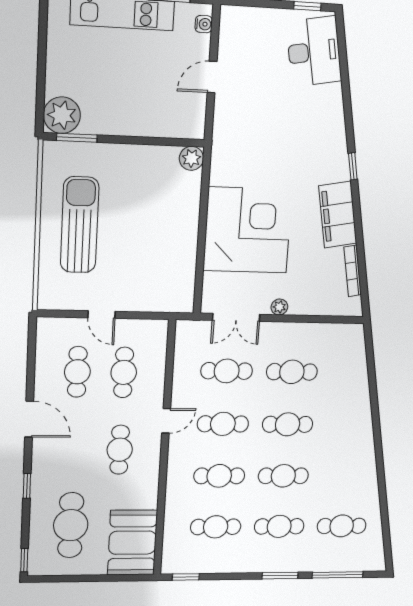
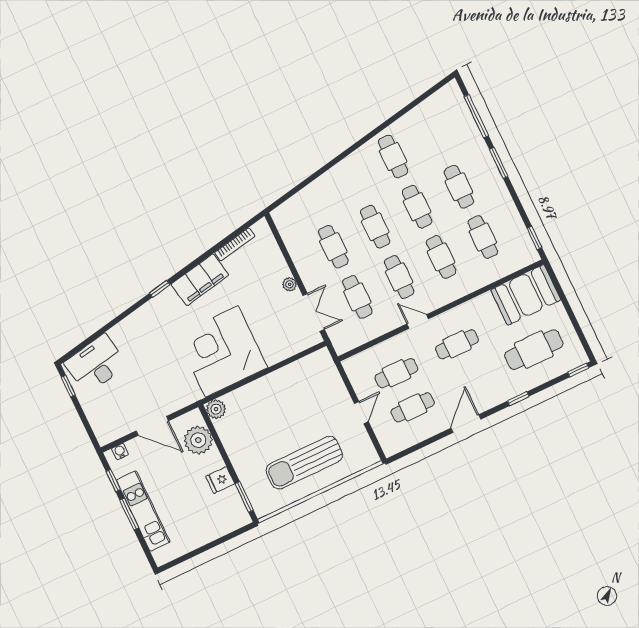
door: (212, 77) -> (152, 426), width x1.38
plant: (62, 115) -> (198, 440), moved
fridge: (111, 121) -> (220, 480), added
corner desk: (248, 230) -> (222, 351), moved
cafe table: (342, 526) -> (393, 156), moved

